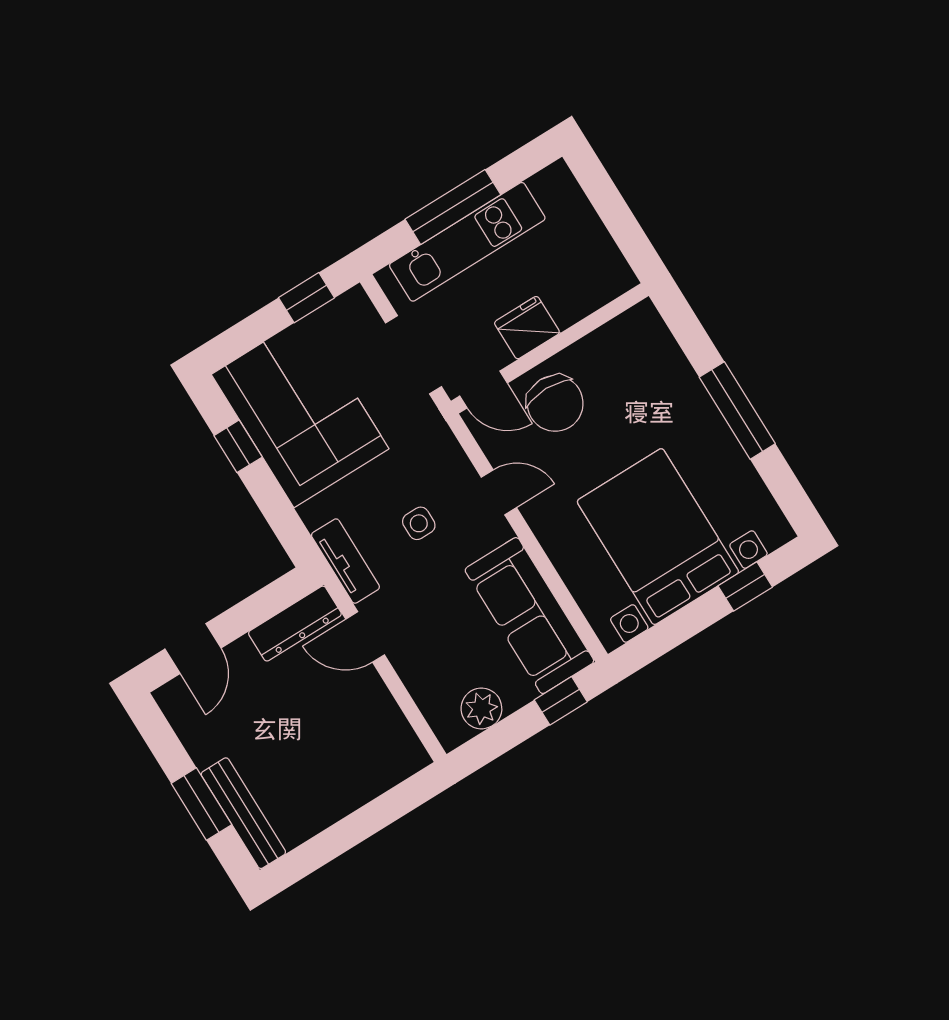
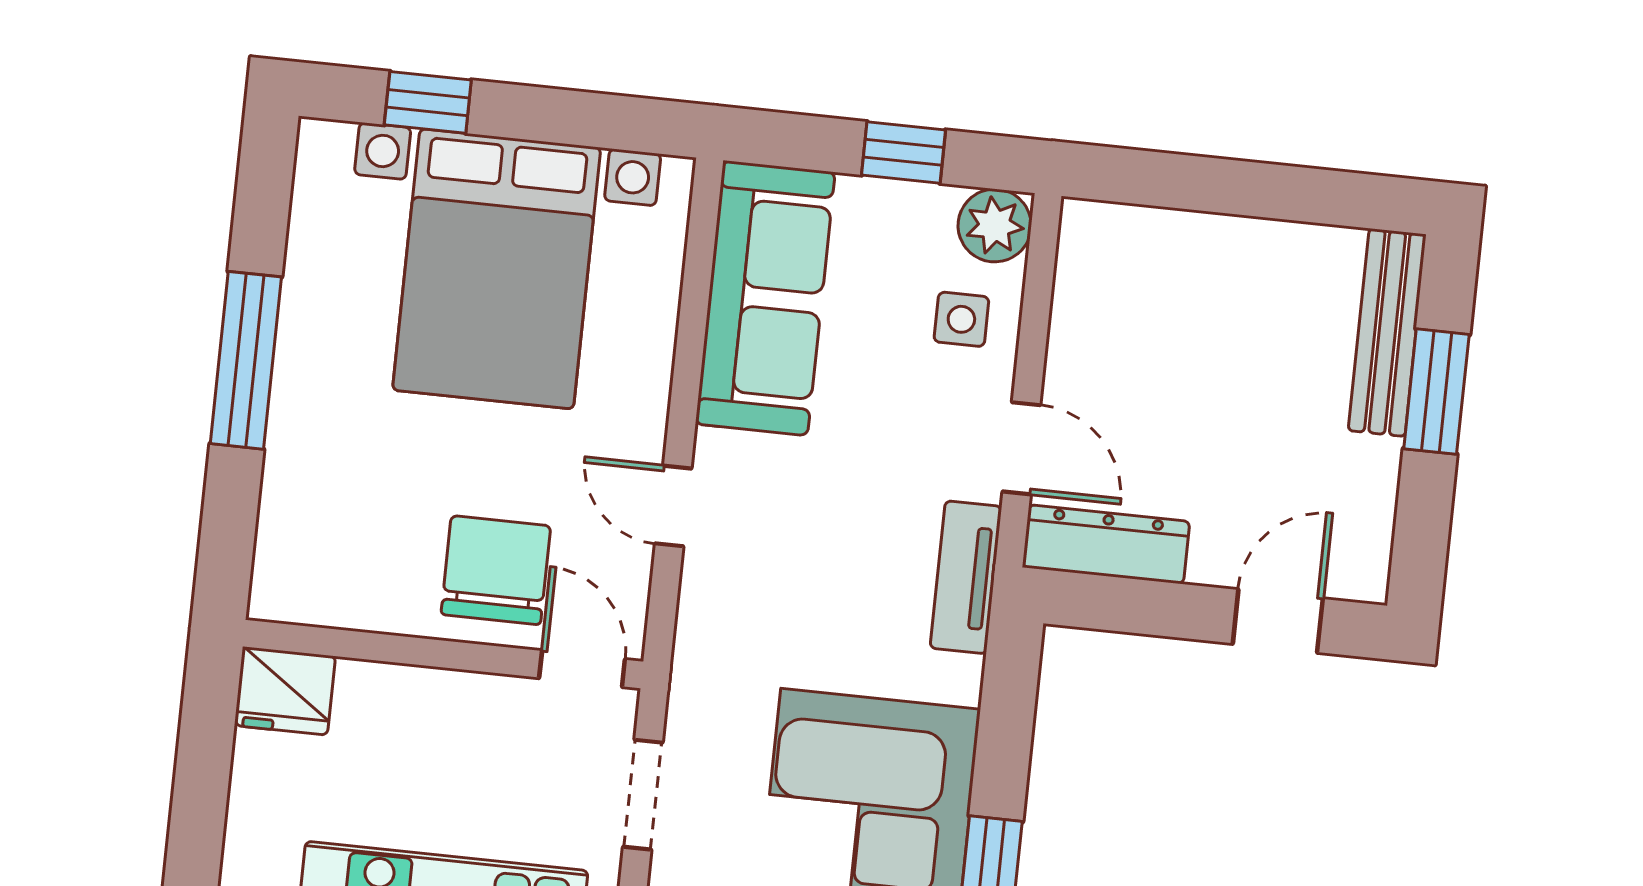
fridge: (527, 328) -> (285, 691), moved
doorway: (414, 355) -> (643, 795), width x0.73
side table: (419, 523) -> (961, 319), moved
window: (561, 701) -> (904, 152), moved
plant: (481, 708) -> (995, 226), moved

